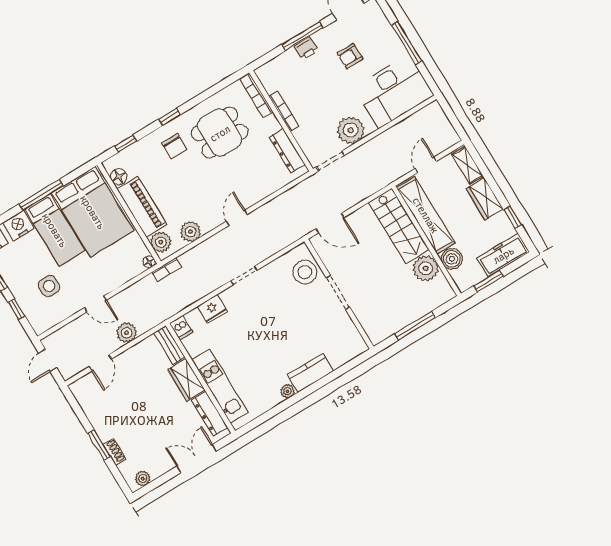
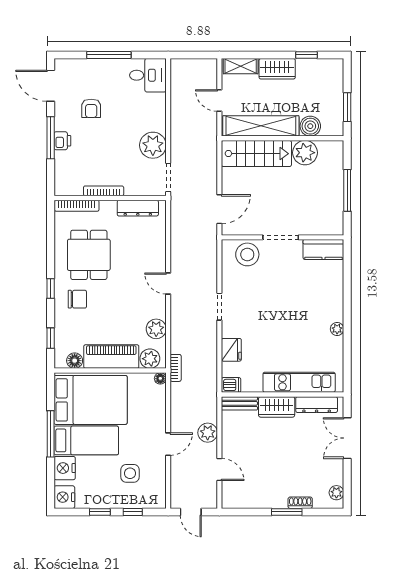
desk: (394, 91) -> (148, 75), width x0.53, depth x0.77
freezer: (503, 255) -> (333, 82), removed
kitchen counter: (310, 373) -> (323, 250), moved, turned -90

